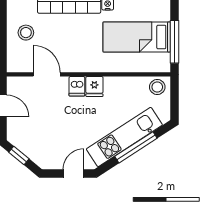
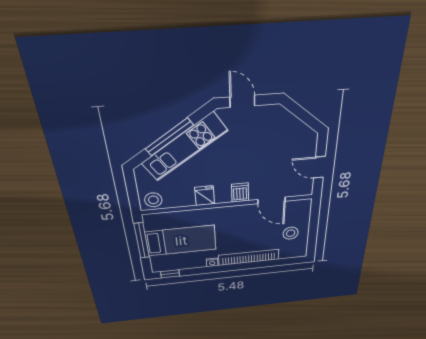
fridge: (94, 86) -> (205, 196), moved
window: (19, 155) -> (306, 117), removed
door: (73, 173) -> (242, 101), swing flipped

